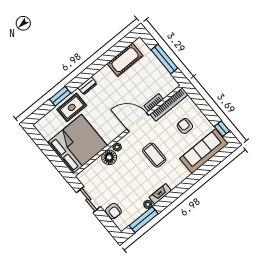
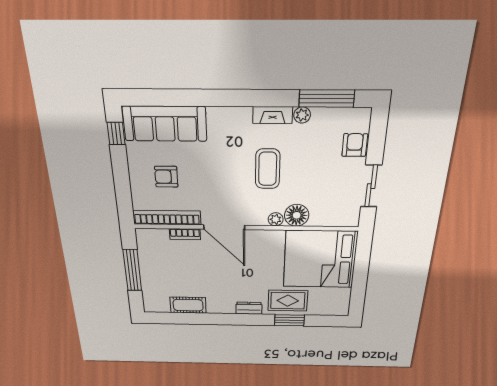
cot: (125, 60) -> (188, 305), width x0.73, depth x0.75
armchair: (185, 126) -> (166, 177), turned 90
coffee table: (154, 155) -> (268, 169), moved

